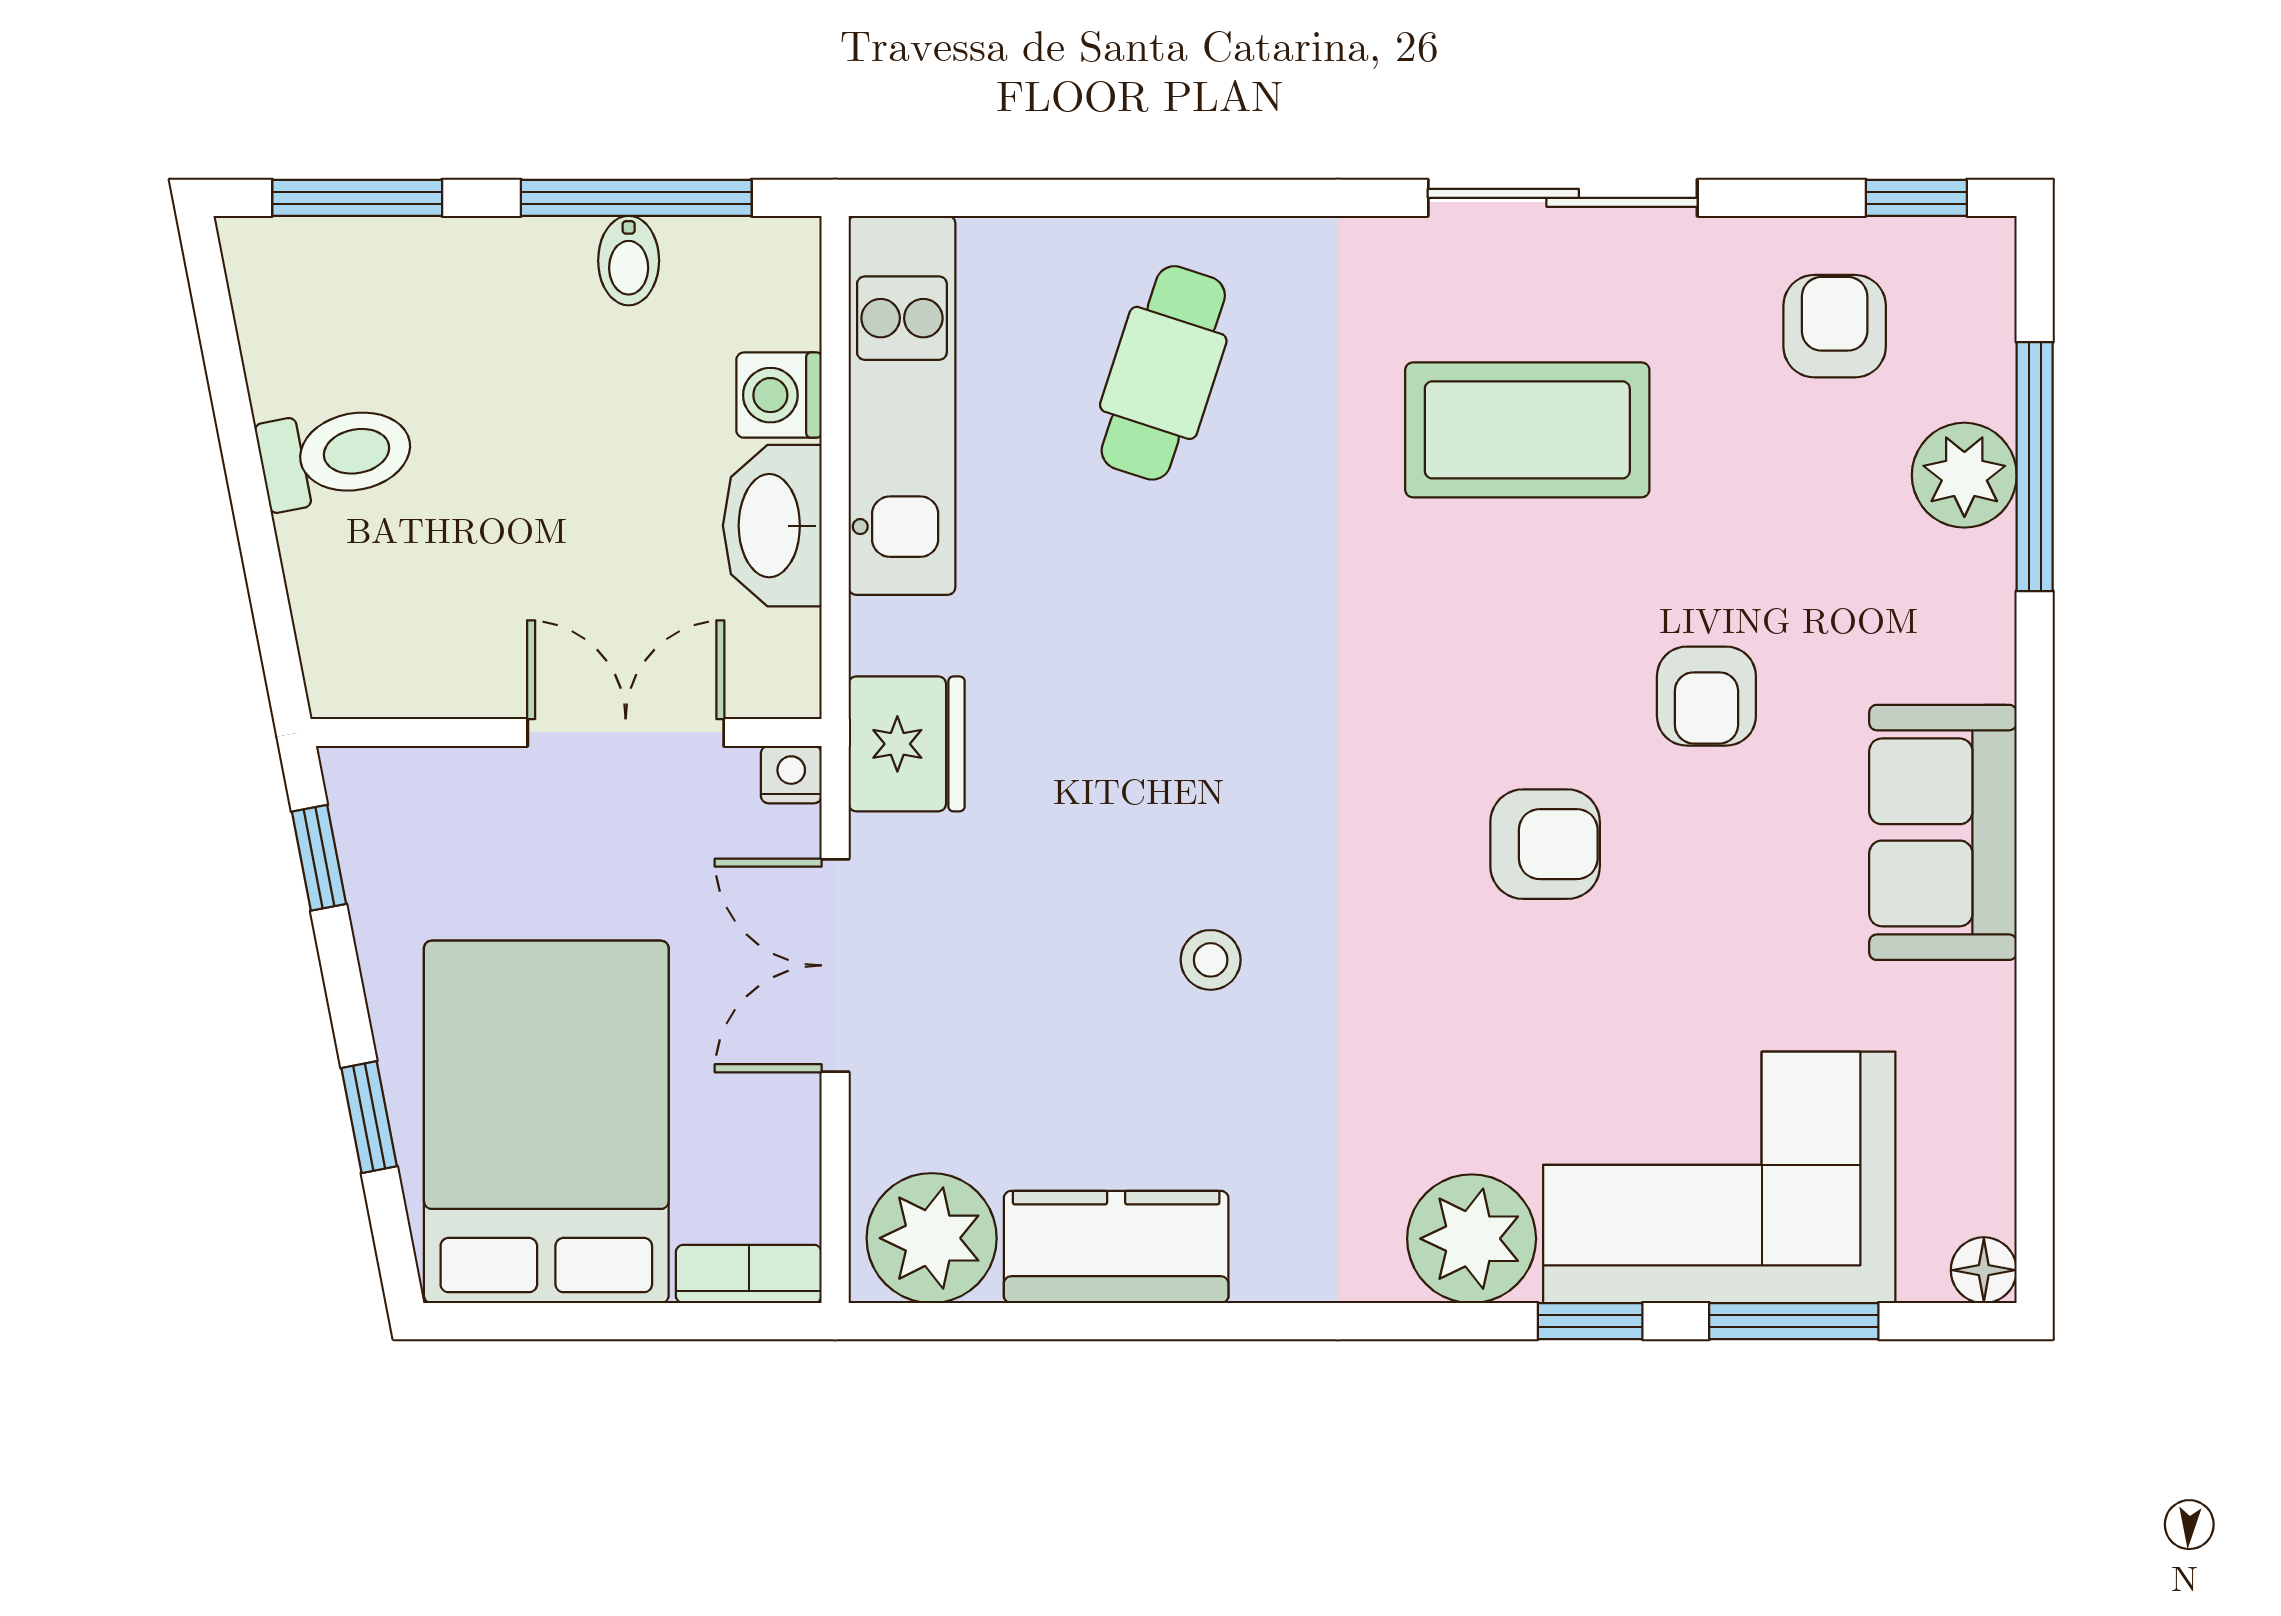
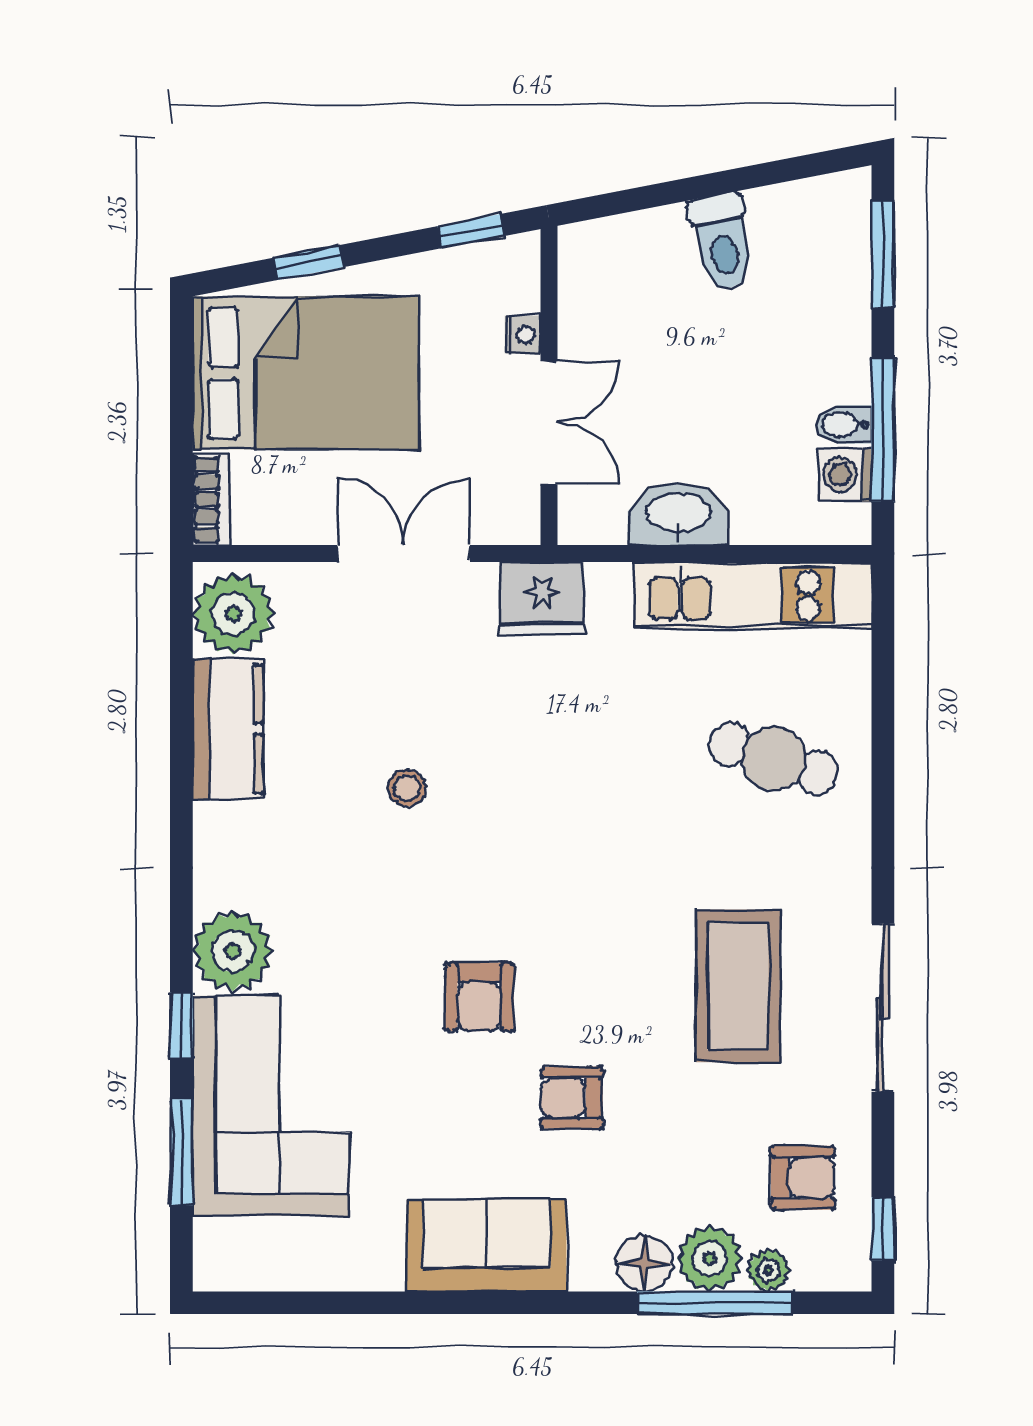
plant: (1983, 382) -> (768, 1270), added
washing machine: (779, 395) -> (845, 475), moved, turned -90
nightstand: (791, 775) -> (523, 335), moved
floor lamp: (1984, 1270) -> (644, 1263), moved, width x1.37, depth x1.37

